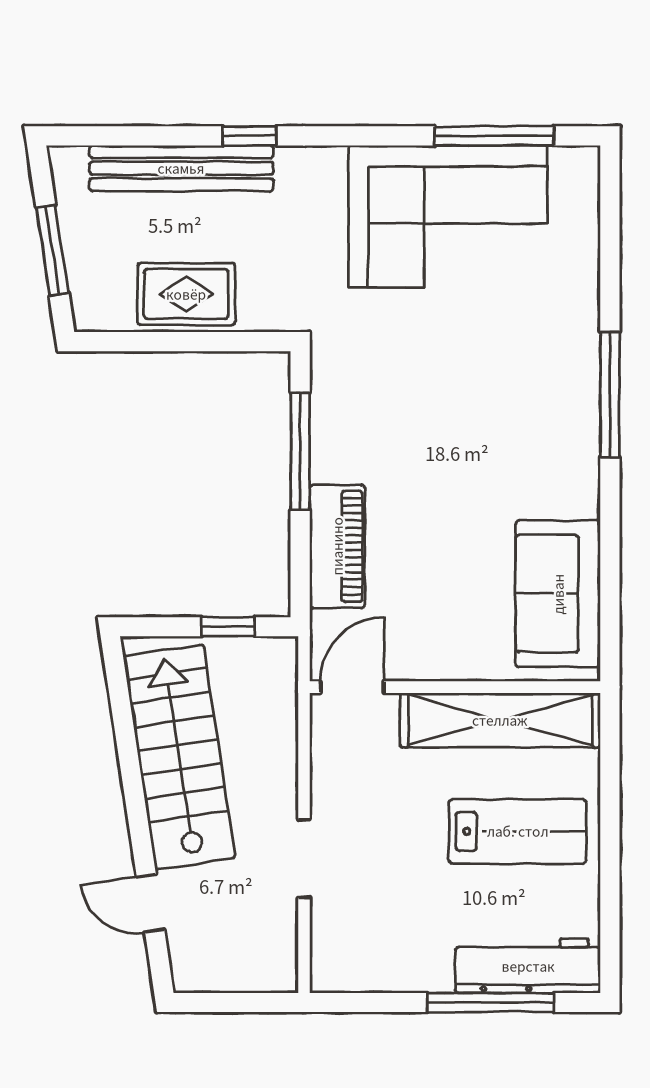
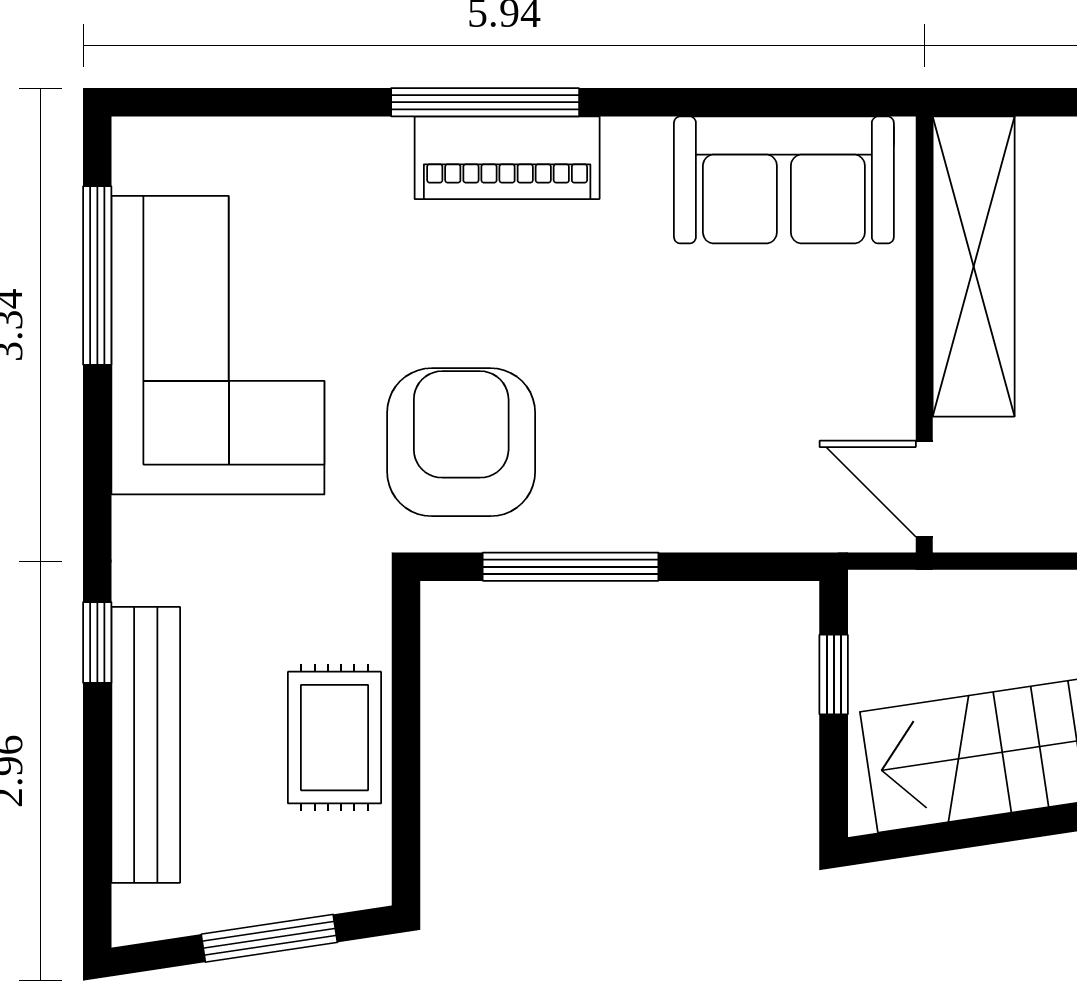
armchair: (383, 378) -> (461, 442), added
piano: (337, 546) -> (507, 158), moved, turned 180

